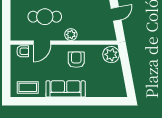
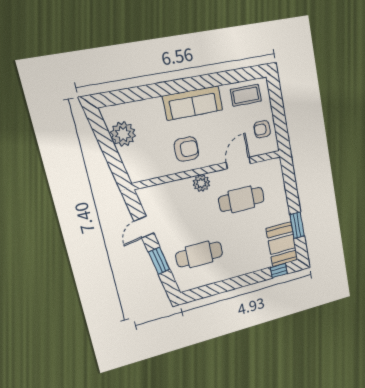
armchair: (23, 51) -> (262, 129), moved
plant: (111, 55) -> (123, 134), moved
armchair: (76, 60) -> (186, 149), turned -90

